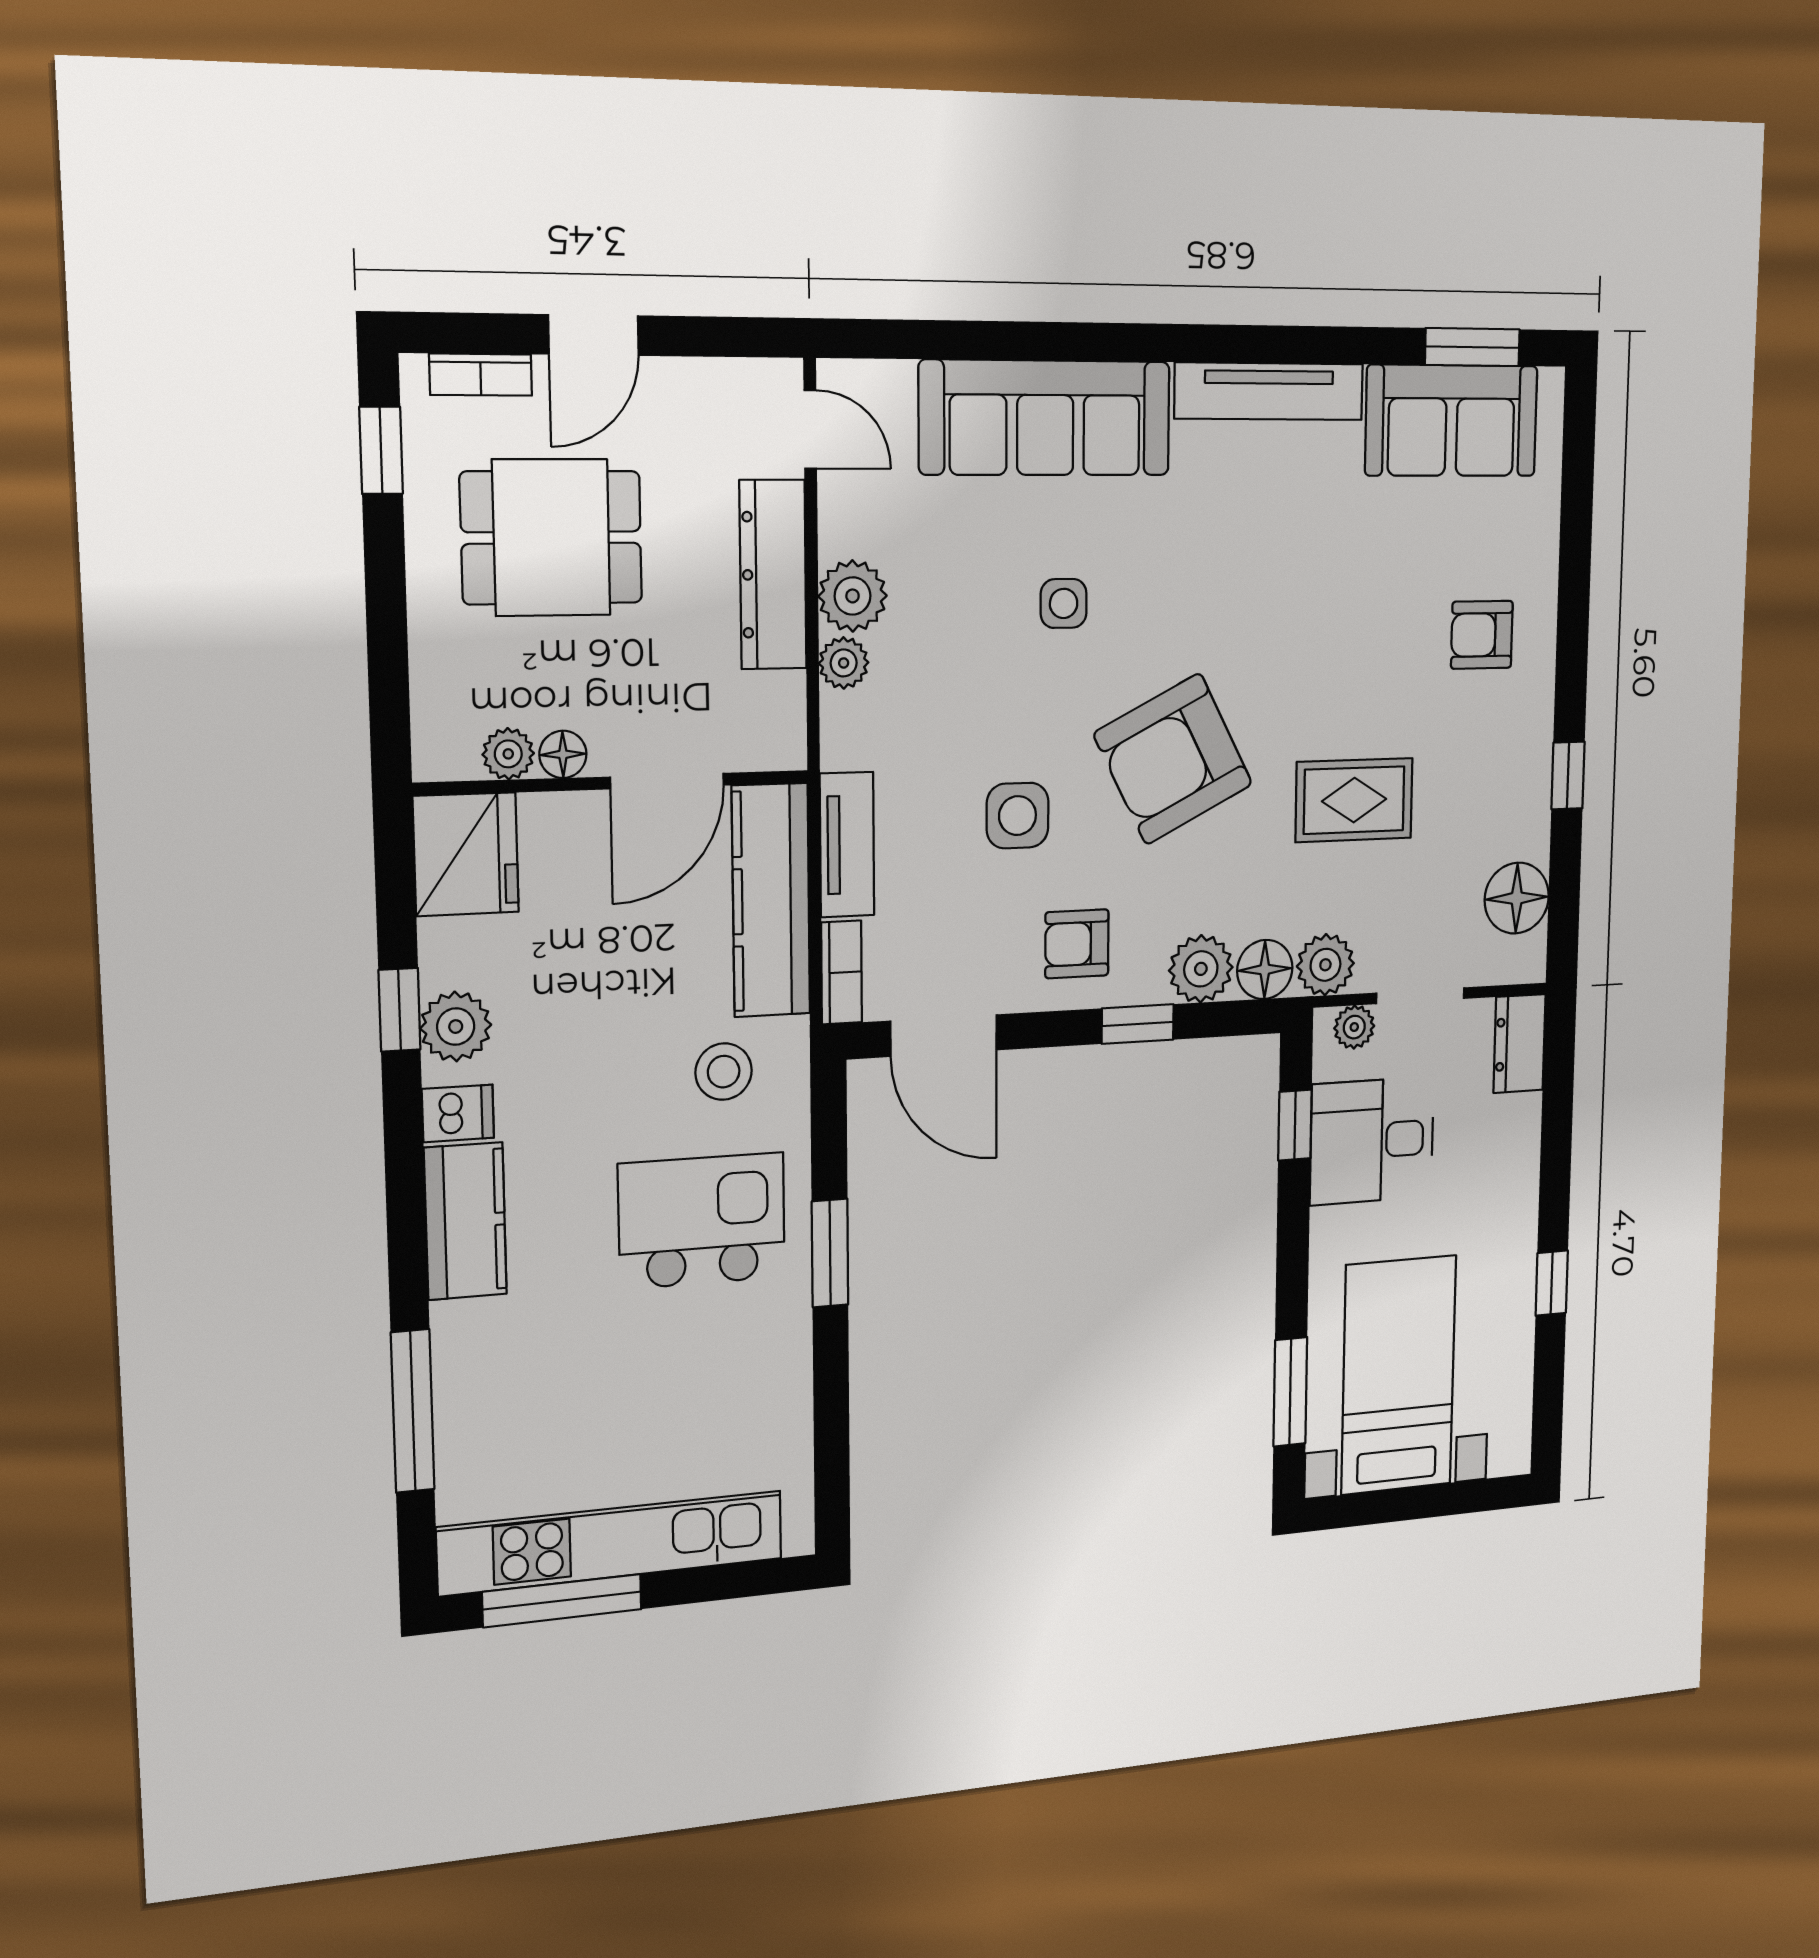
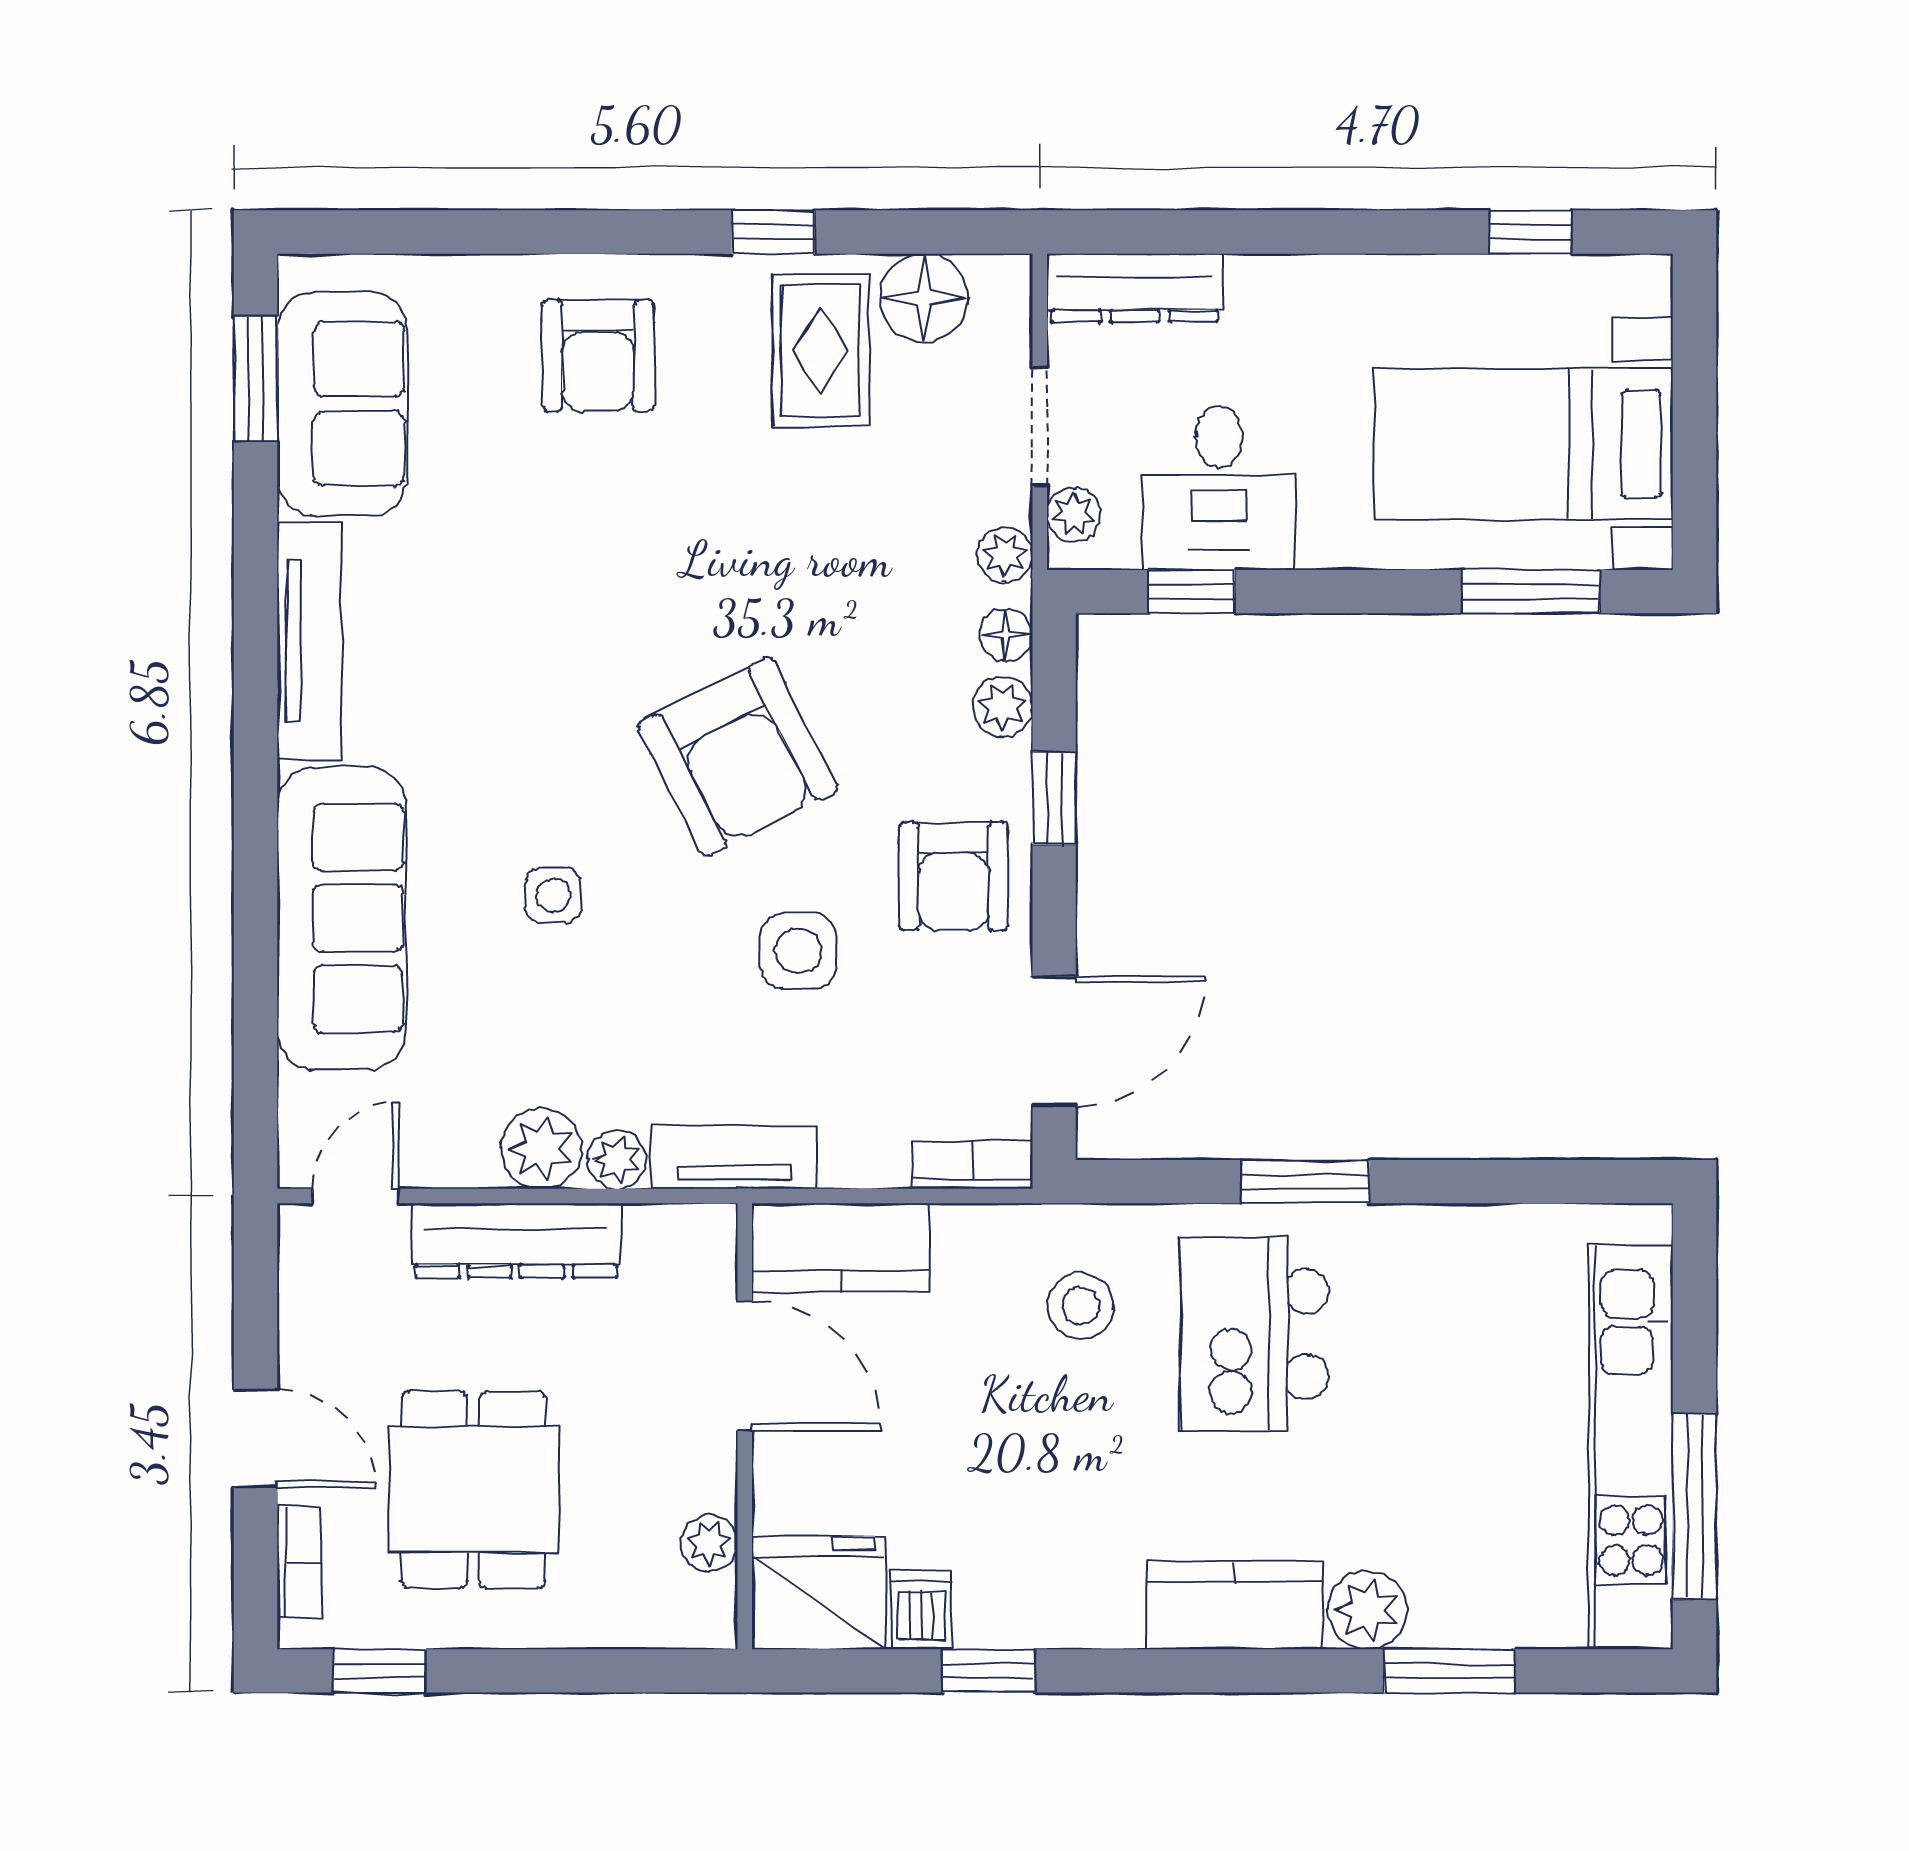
armchair: (1482, 635) -> (598, 356), width x1.38, depth x1.38
floor lamp: (563, 754) -> (711, 1483), removed
rug: (1354, 800) -> (820, 350), moved
tv unit: (847, 845) -> (734, 1157), moved
kitchen counter: (771, 900) -> (841, 1248), width x0.67
armchair: (1077, 944) -> (953, 876), width x1.38, depth x1.38
plant: (1325, 965) -> (1005, 555), width x0.73, depth x0.73
plant: (1201, 969) -> (1003, 707), width x0.73, depth x0.73
floor lamp: (1265, 969) -> (1006, 635), width x0.73, depth x0.73
plant: (456, 1027) -> (1367, 1610), moved
dresser: (1520, 1044) -> (1135, 288), width x1.44
dishwasher: (458, 1113) -> (921, 1610), moved
window: (1552, 1283) -> (1531, 232), moved
window: (413, 1411) -> (1450, 1671), width x0.69

